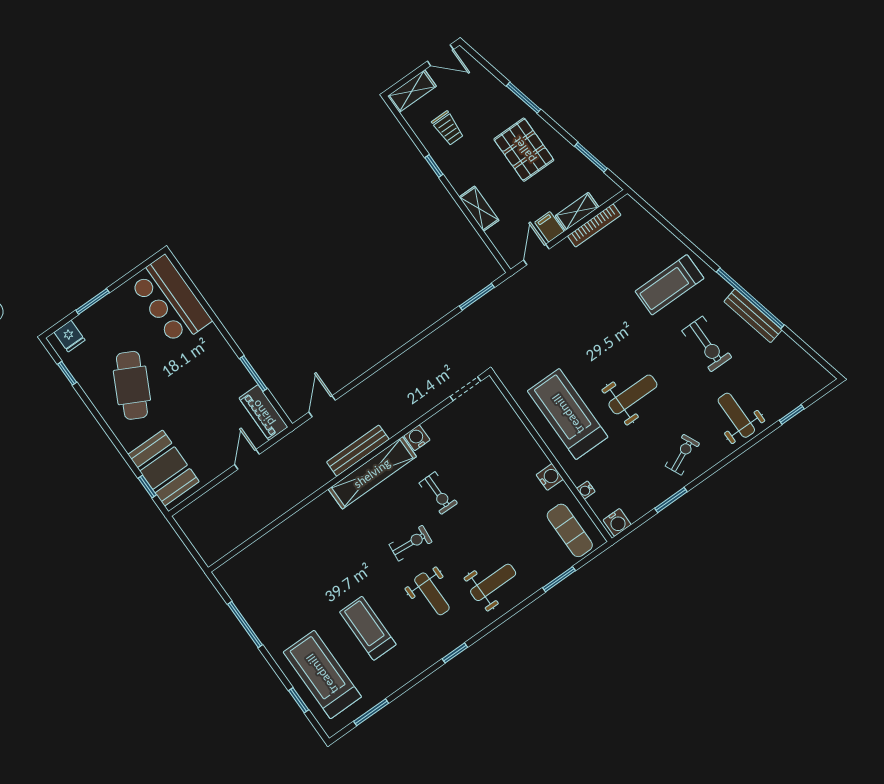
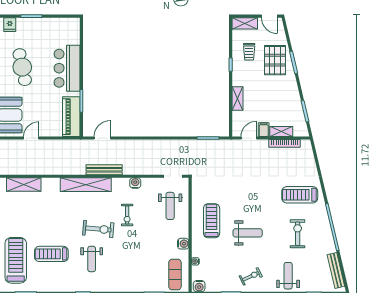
pallet: (524, 150) -> (275, 60), moved
bar counter: (170, 300) -> (67, 68), moved
bench: (753, 316) -> (336, 270), moved
exercise bike: (707, 344) -> (298, 234), turned 180
cafe table: (132, 385) -> (22, 67), turned -39
piano: (263, 413) -> (71, 117), width x1.37, depth x1.33
treadmill: (568, 414) -> (212, 221), width x0.73, depth x0.73
door: (247, 459) -> (31, 138), moved
shelving: (372, 473) -> (86, 185), moved
exercise bike: (411, 543) -> (98, 229), width x1.38, depth x1.39
shelving: (256, 555) -> (24, 185), added
weight bench: (493, 582) -> (170, 206), moved, turned 90
treadmill: (368, 628) -> (51, 254), turned -90

